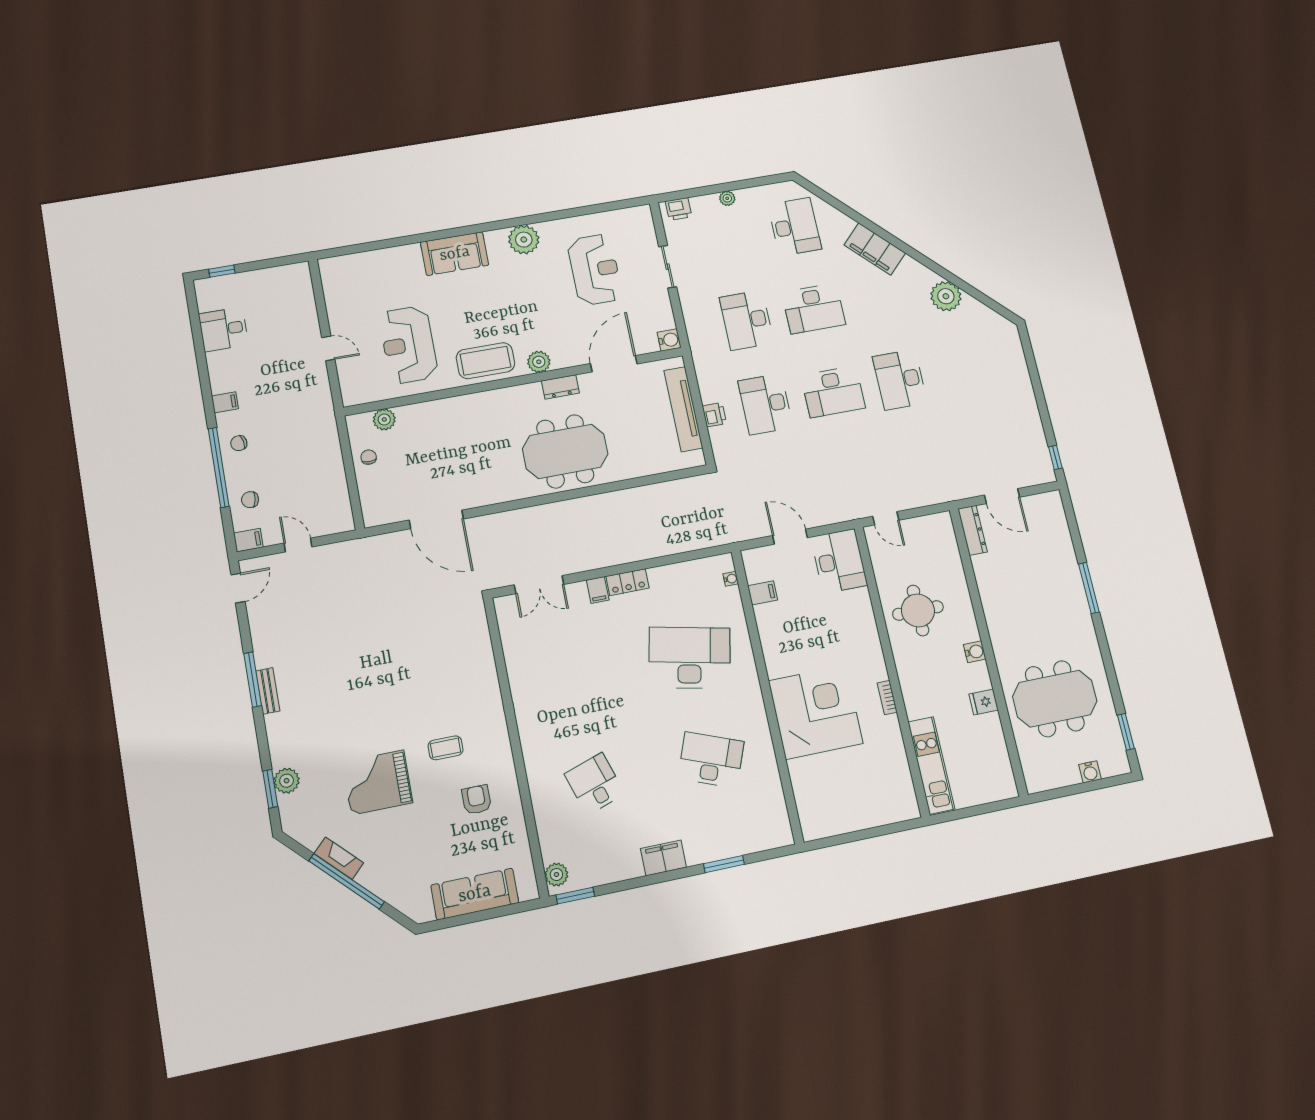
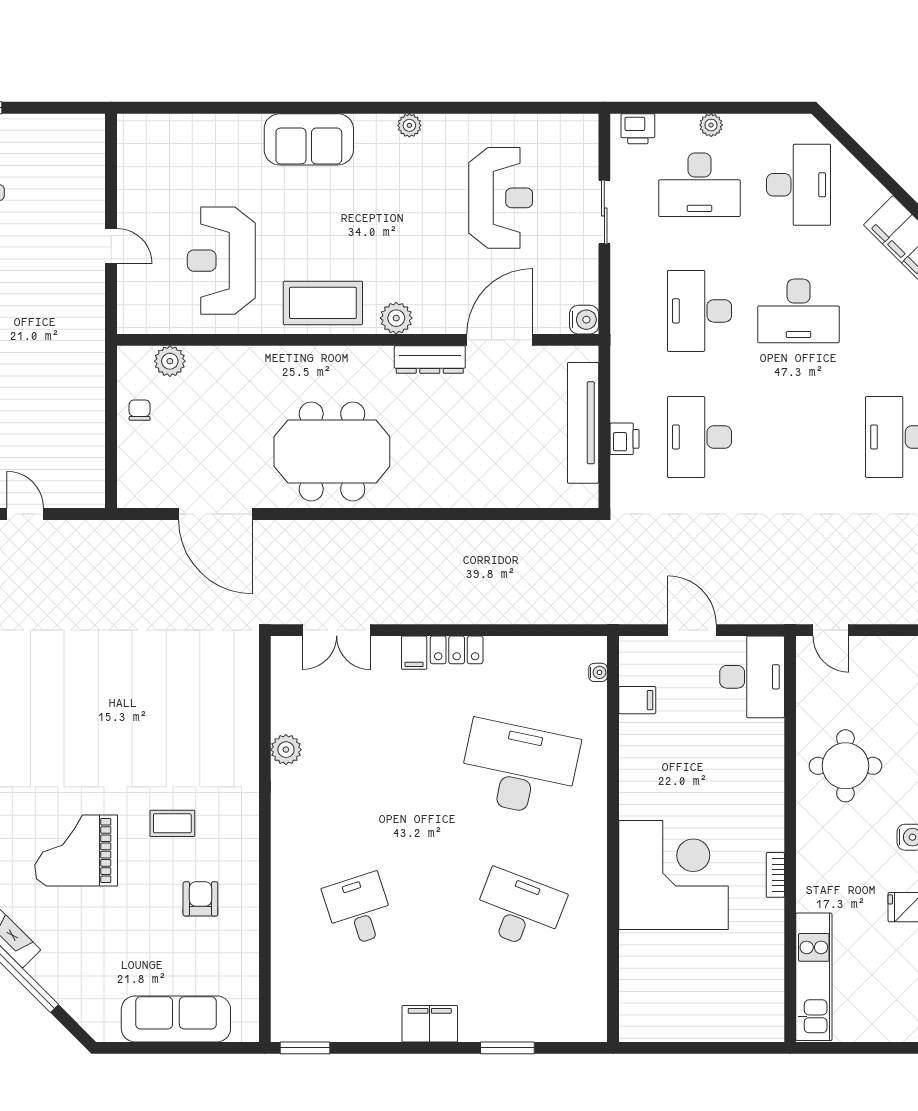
plant: (524, 240) -> (409, 125), width x0.53, depth x0.53
dresser: (560, 387) -> (430, 360), width x1.44
desk: (833, 392) -> (699, 185), moved
meeting table: (565, 451) -> (332, 451), moved
plant: (556, 875) -> (286, 750), moved

